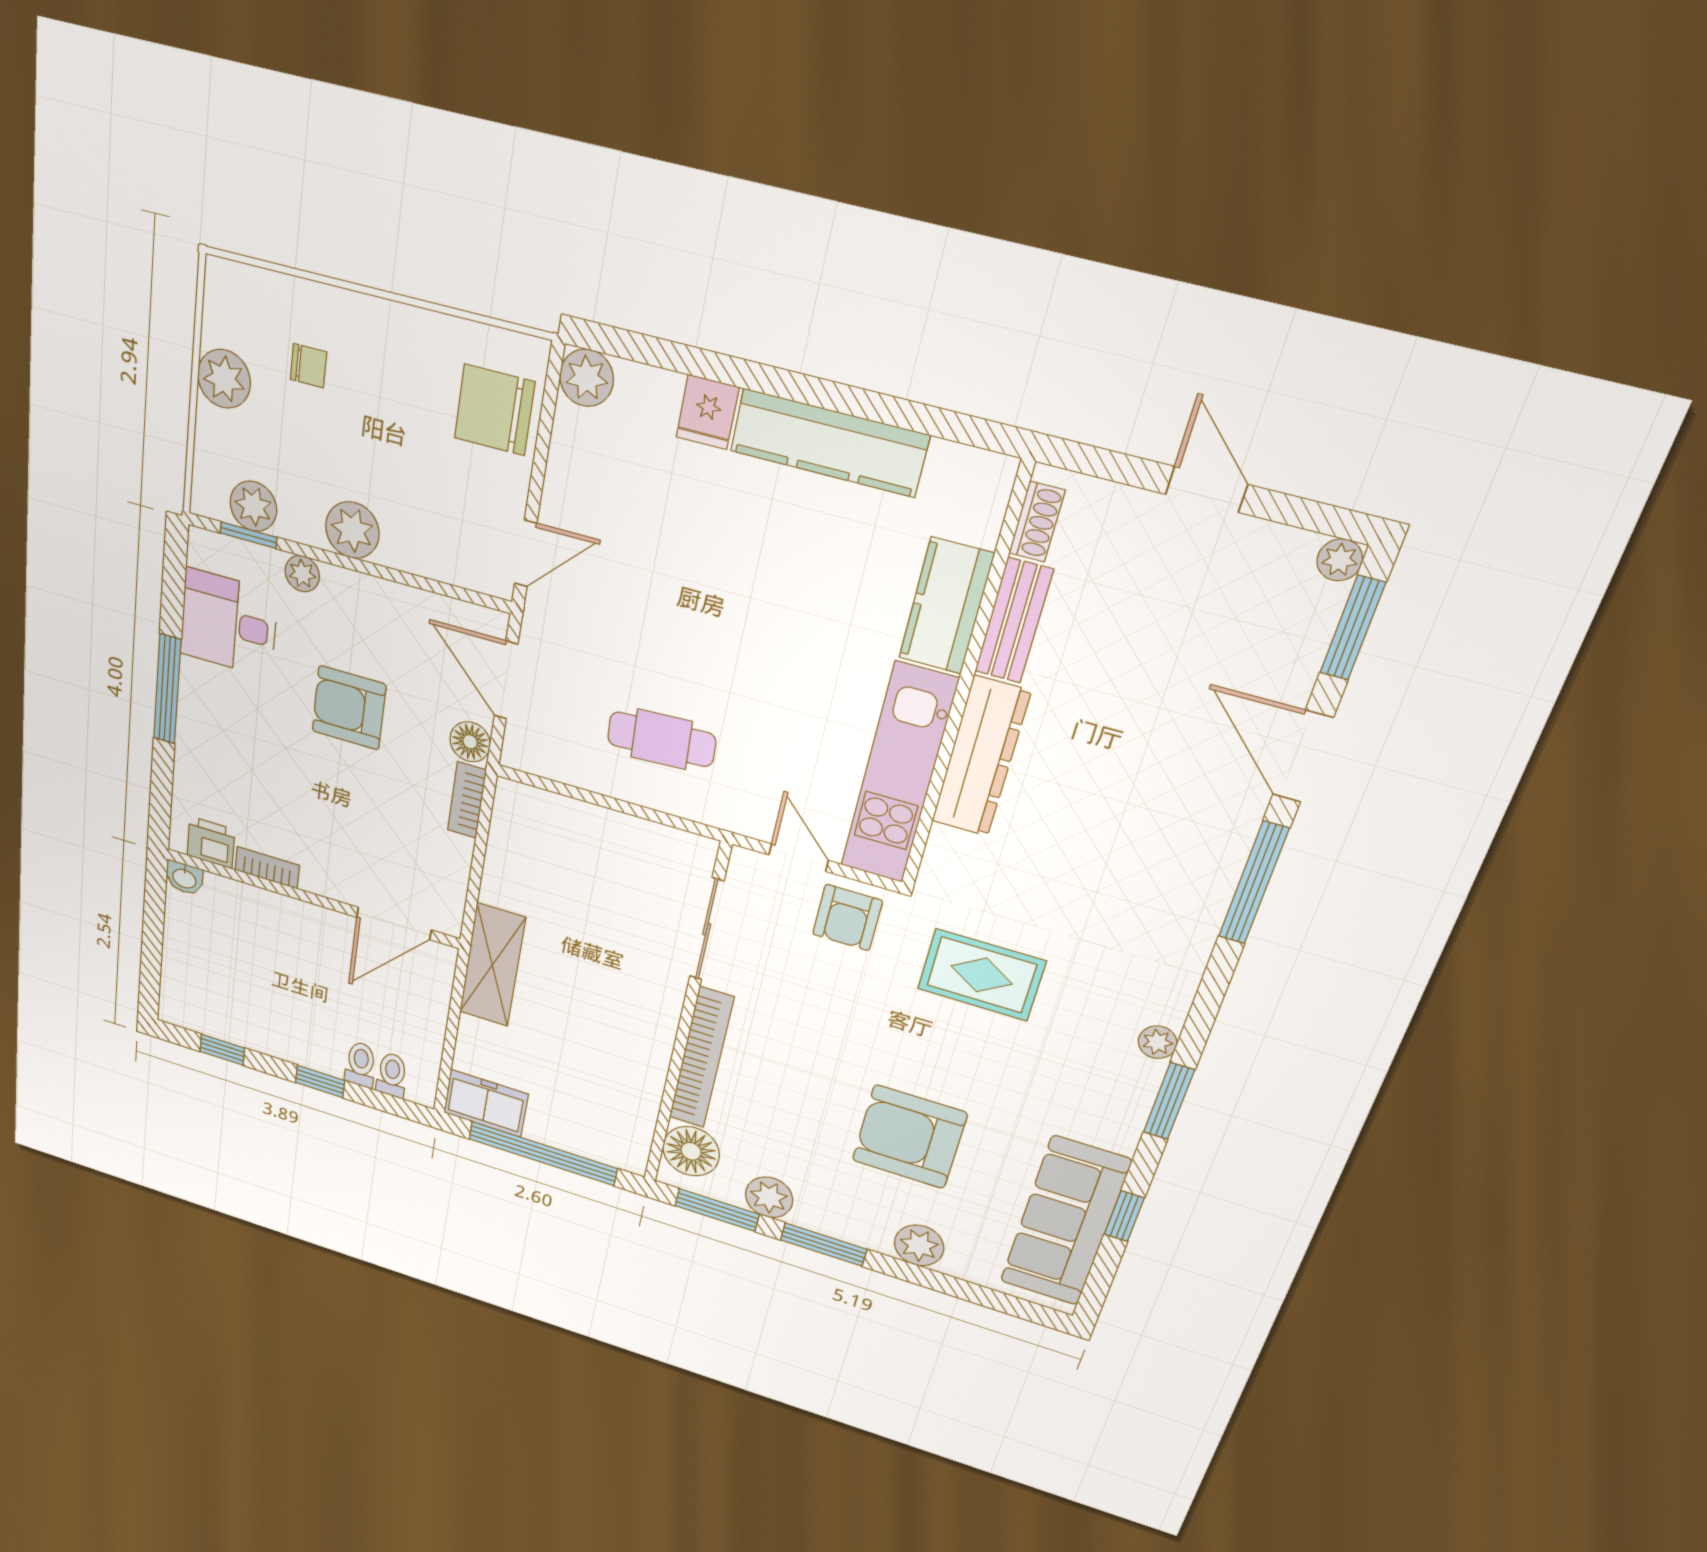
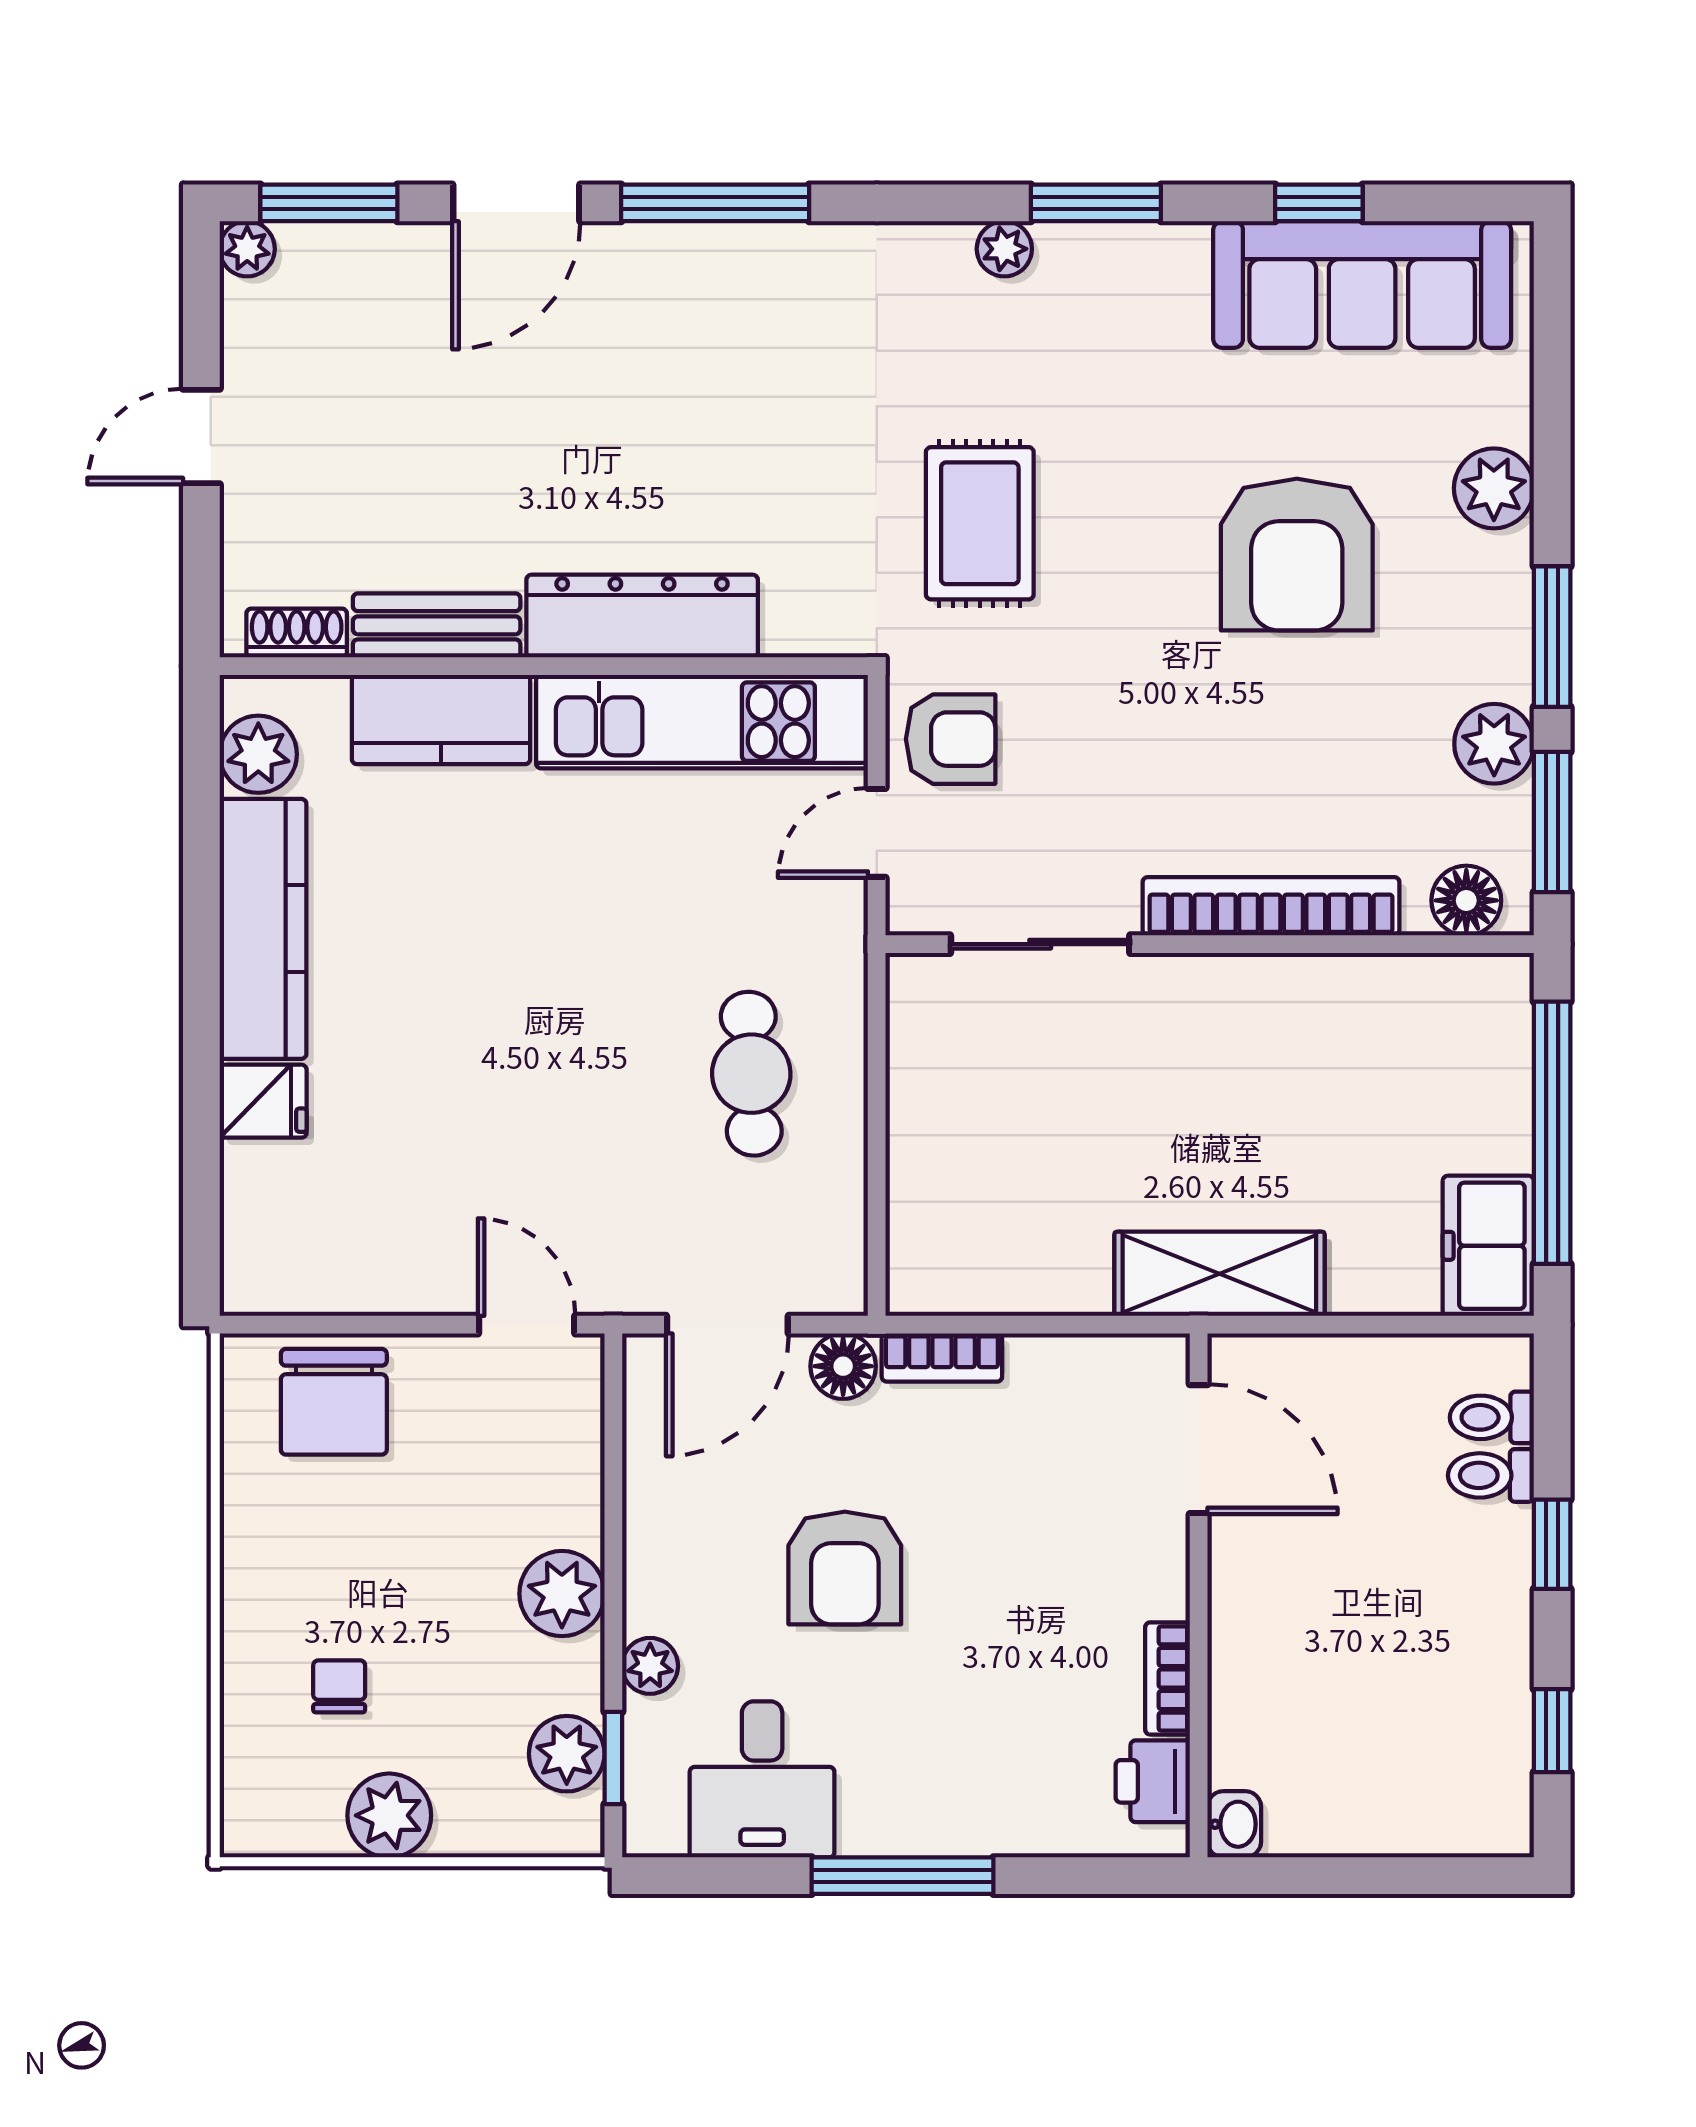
plant: (587, 378) -> (258, 754), moved
floor lamp: (691, 1151) -> (1466, 900), width x0.73, depth x0.73

